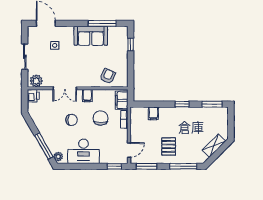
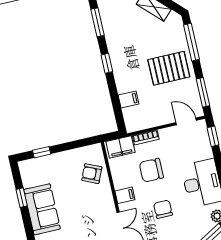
window: (102, 23) -> (22, 198), width x0.46
pallet: (169, 146) -> (169, 68), width x1.50, depth x1.42

